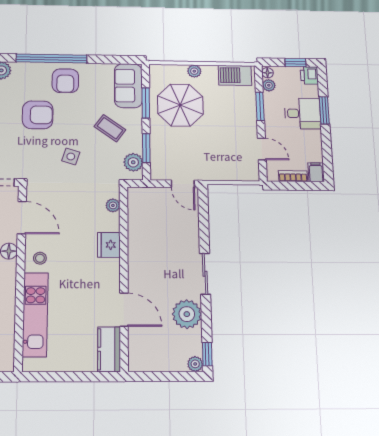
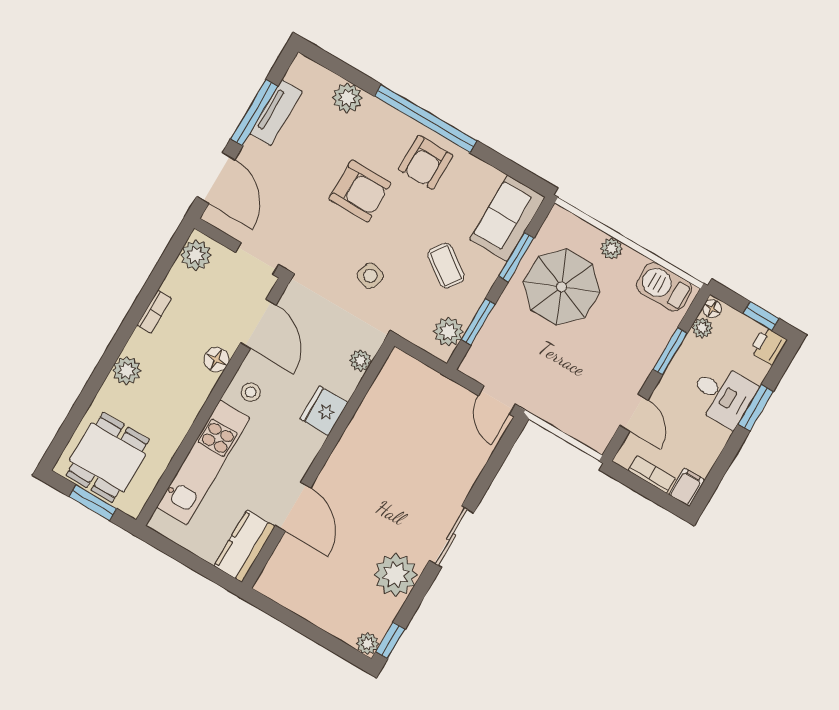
plant: (113, 205) -> (360, 361), moved
fridge: (109, 245) -> (324, 411), moved
wall: (124, 277) -> (318, 464), moved
door: (124, 310) -> (293, 507), moved
kitchen counter: (109, 349) -> (245, 546), moved

